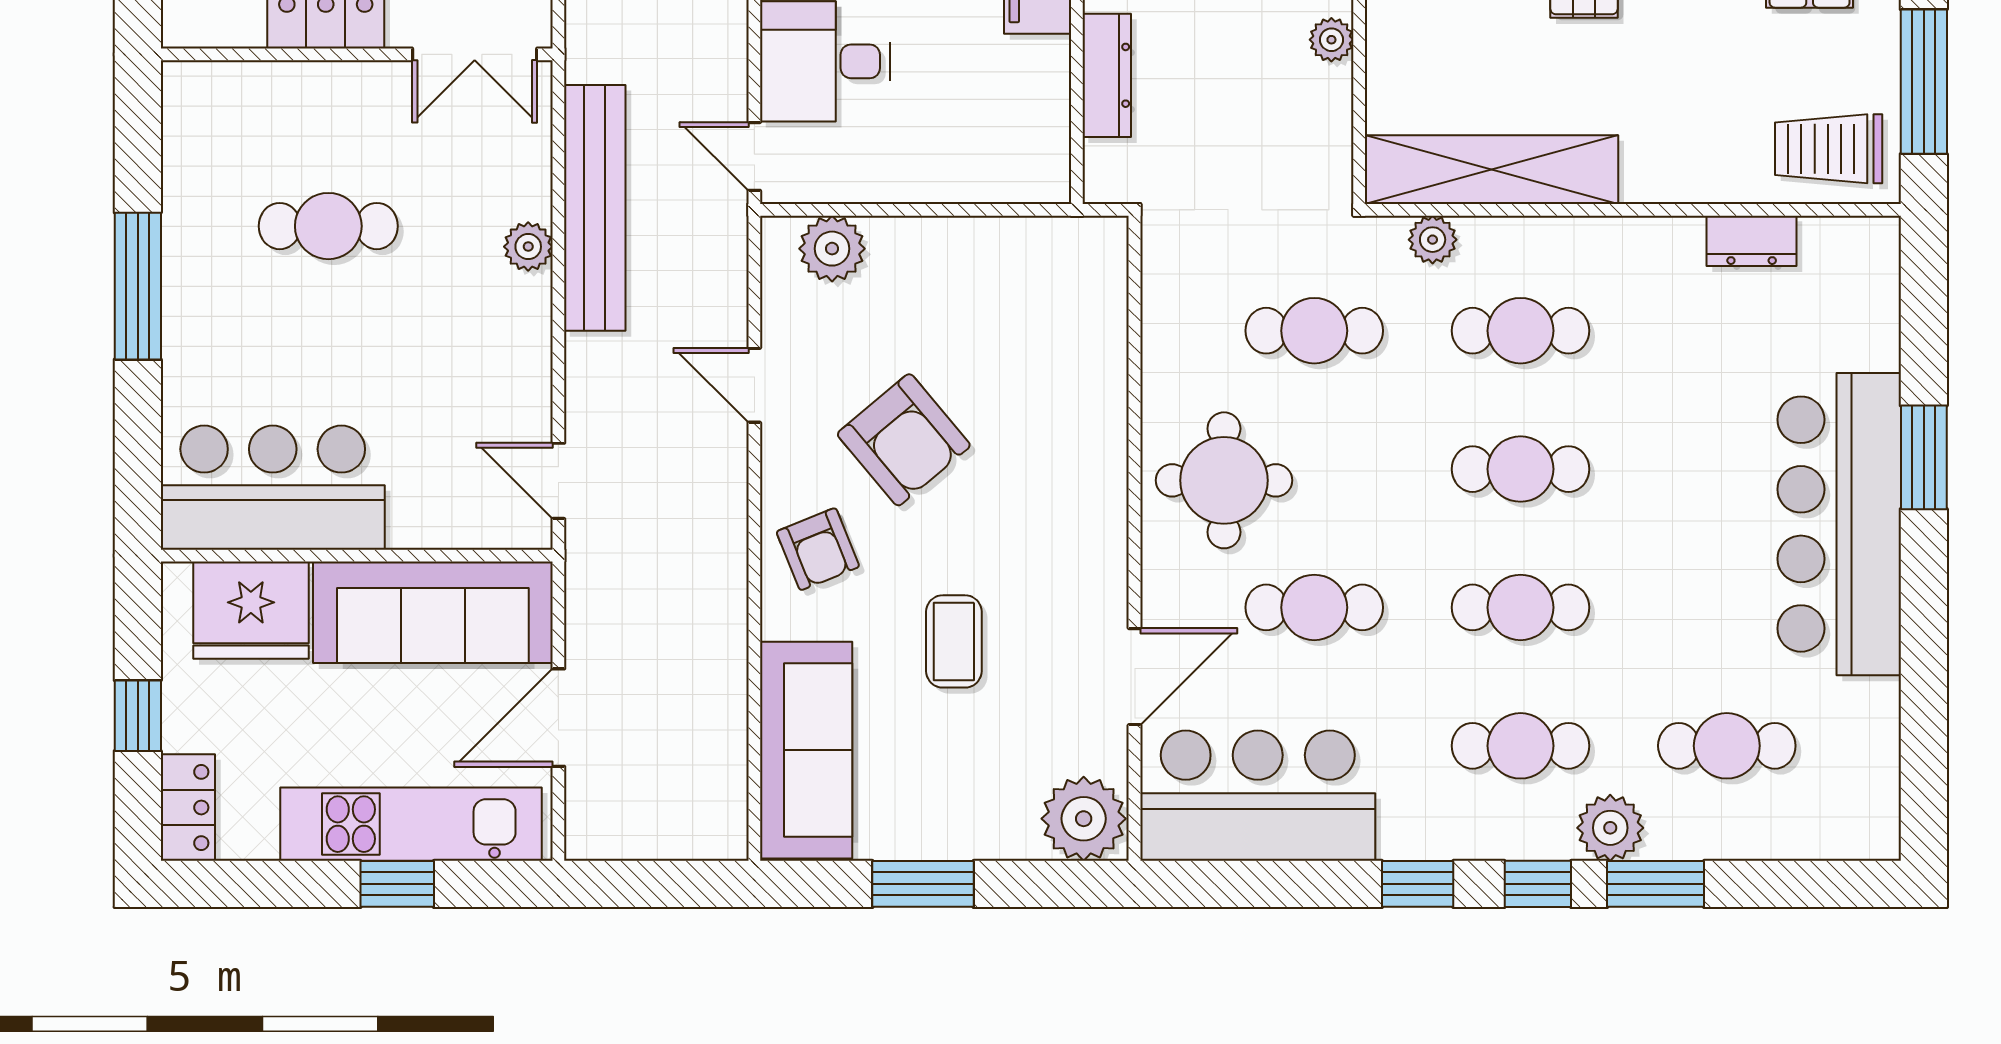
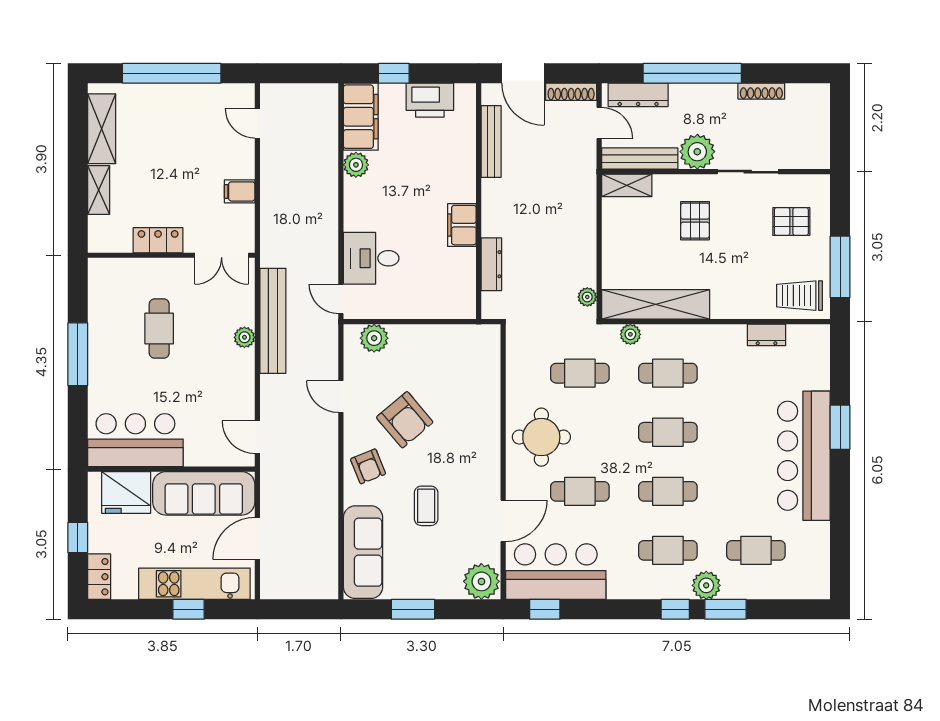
plant: (1331, 40) -> (587, 297), moved
cafe table: (328, 226) -> (159, 329), turned 90
window: (1418, 884) -> (545, 609), moved

